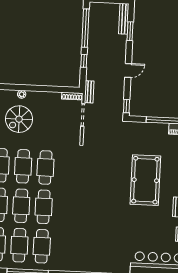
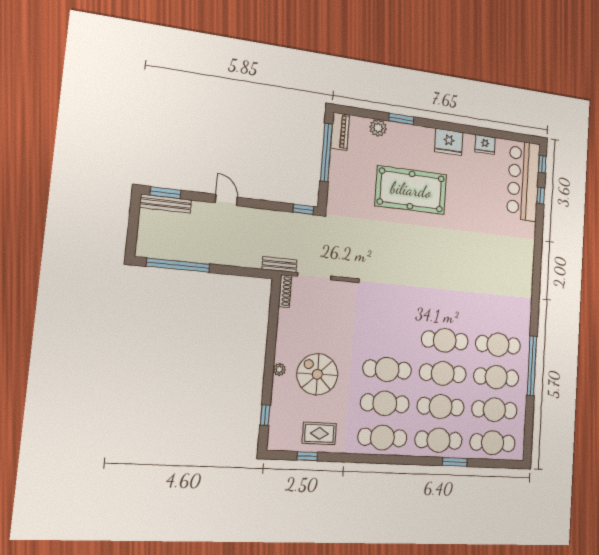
window: (130, 31) -> (165, 193), moved
window: (84, 61) -> (231, 270), removed
door: (128, 70) -> (226, 200), moved
spiral stairs: (19, 119) -> (317, 374), turned 180
cafe table: (45, 167) -> (389, 336), removed

